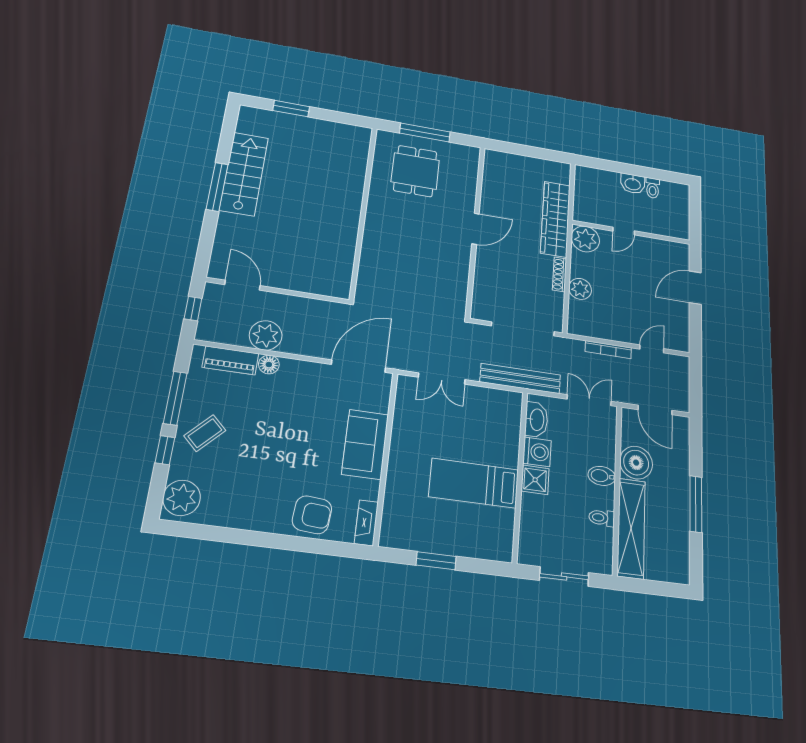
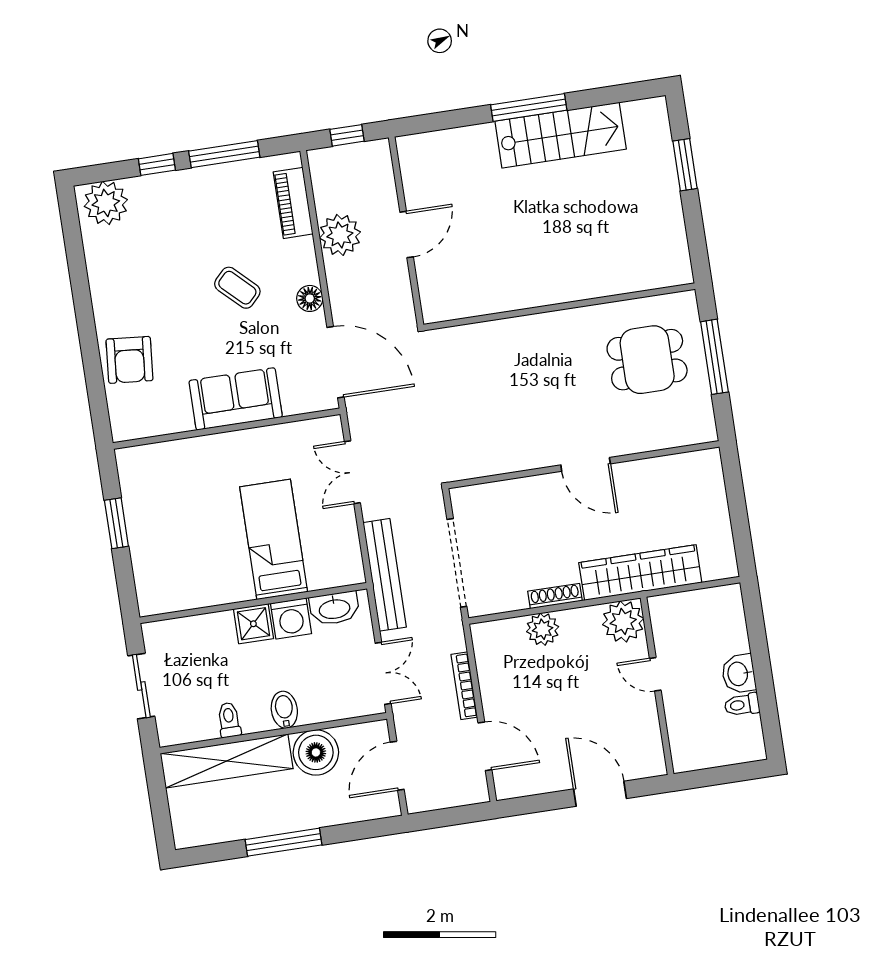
door: (242, 285) -> (407, 234), moved
door: (652, 349) -> (485, 746), width x1.37
floor lamp: (269, 365) -> (310, 298), moved
coffee table: (205, 433) -> (237, 288), moved
bed: (474, 483) -> (274, 539), moved
fireplace: (366, 523) -> (138, 427), removed

